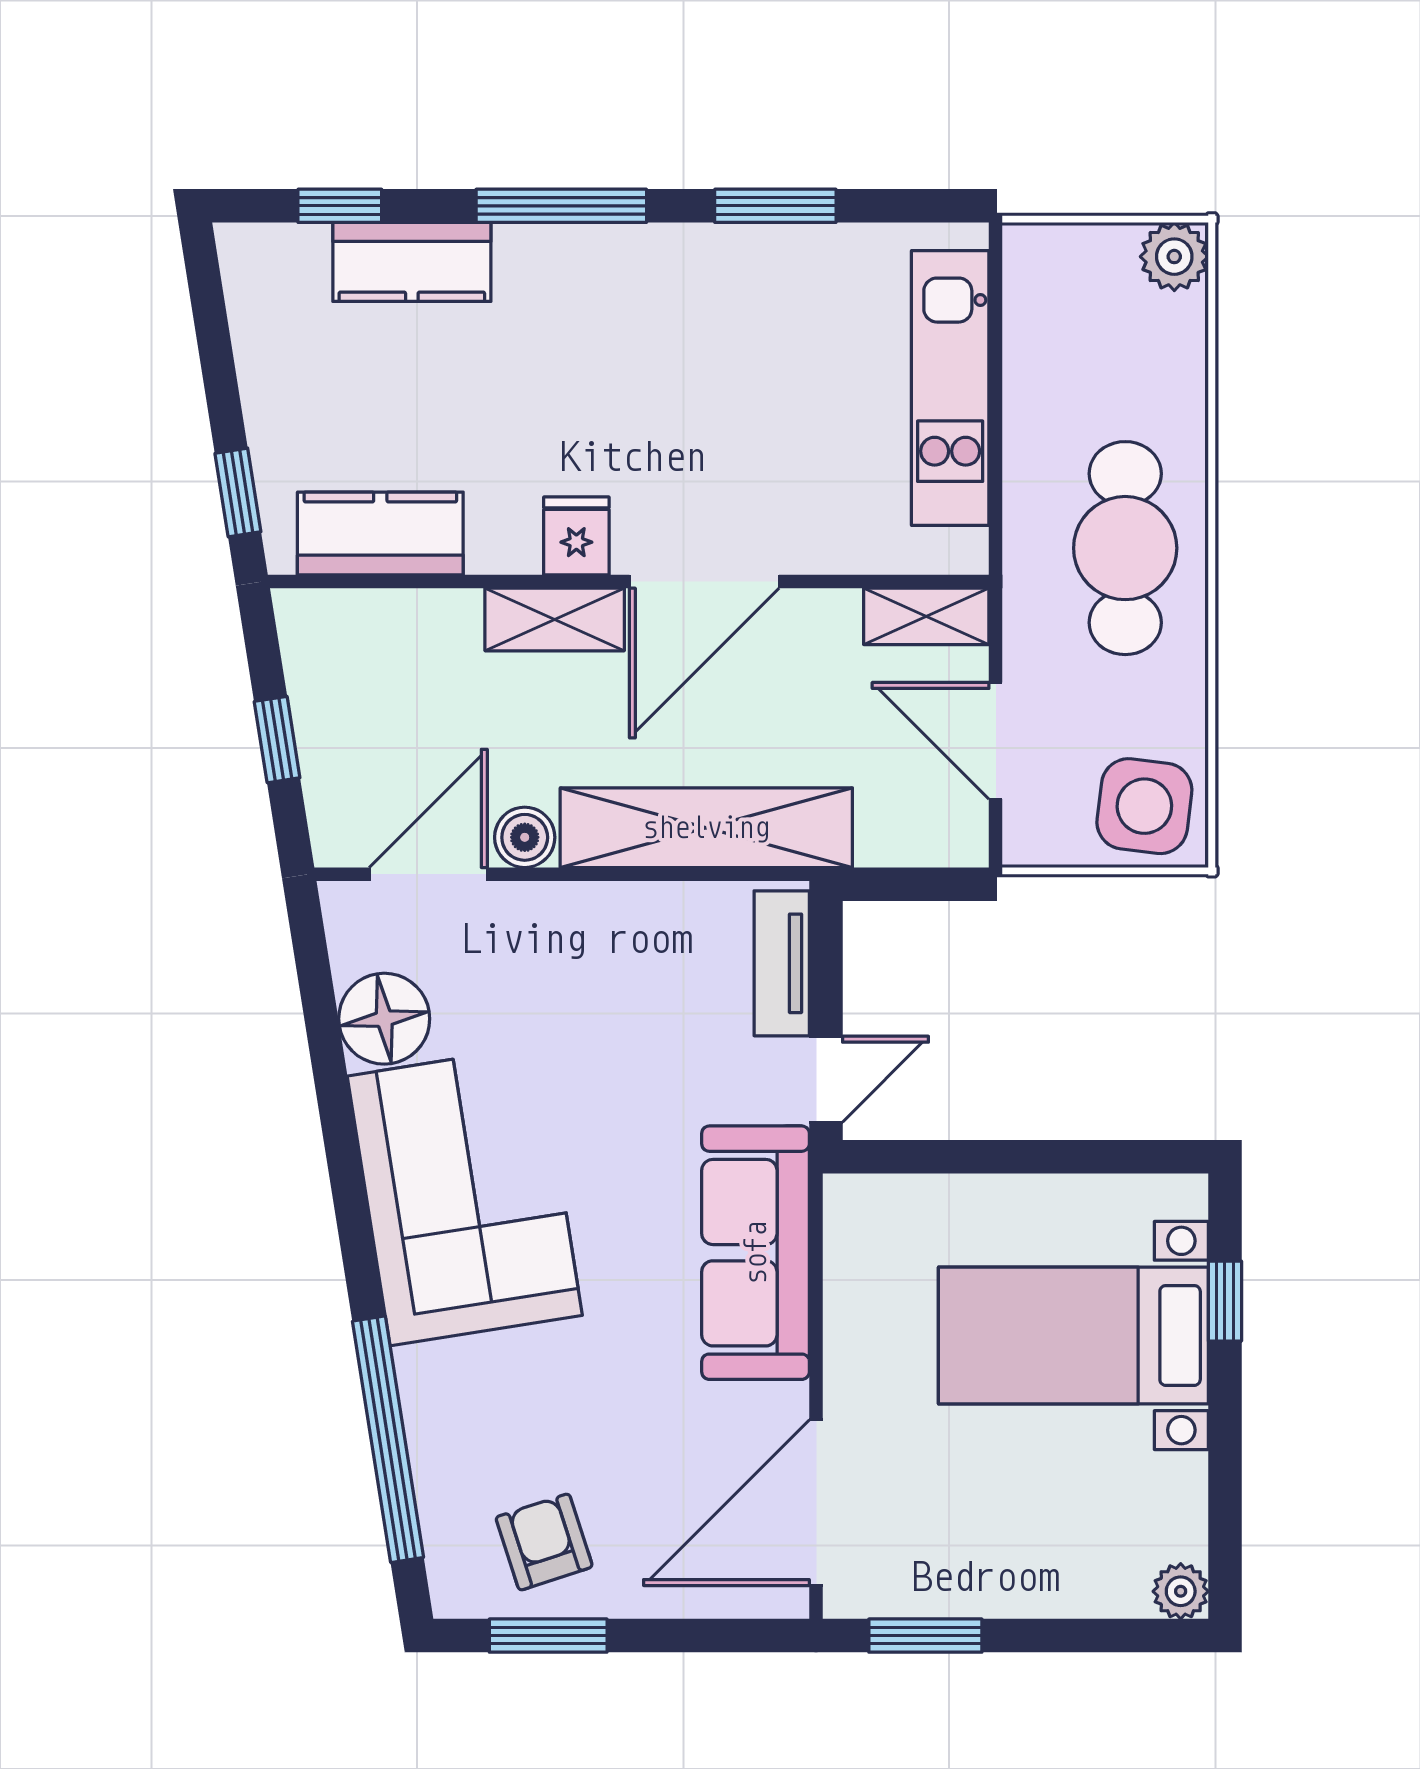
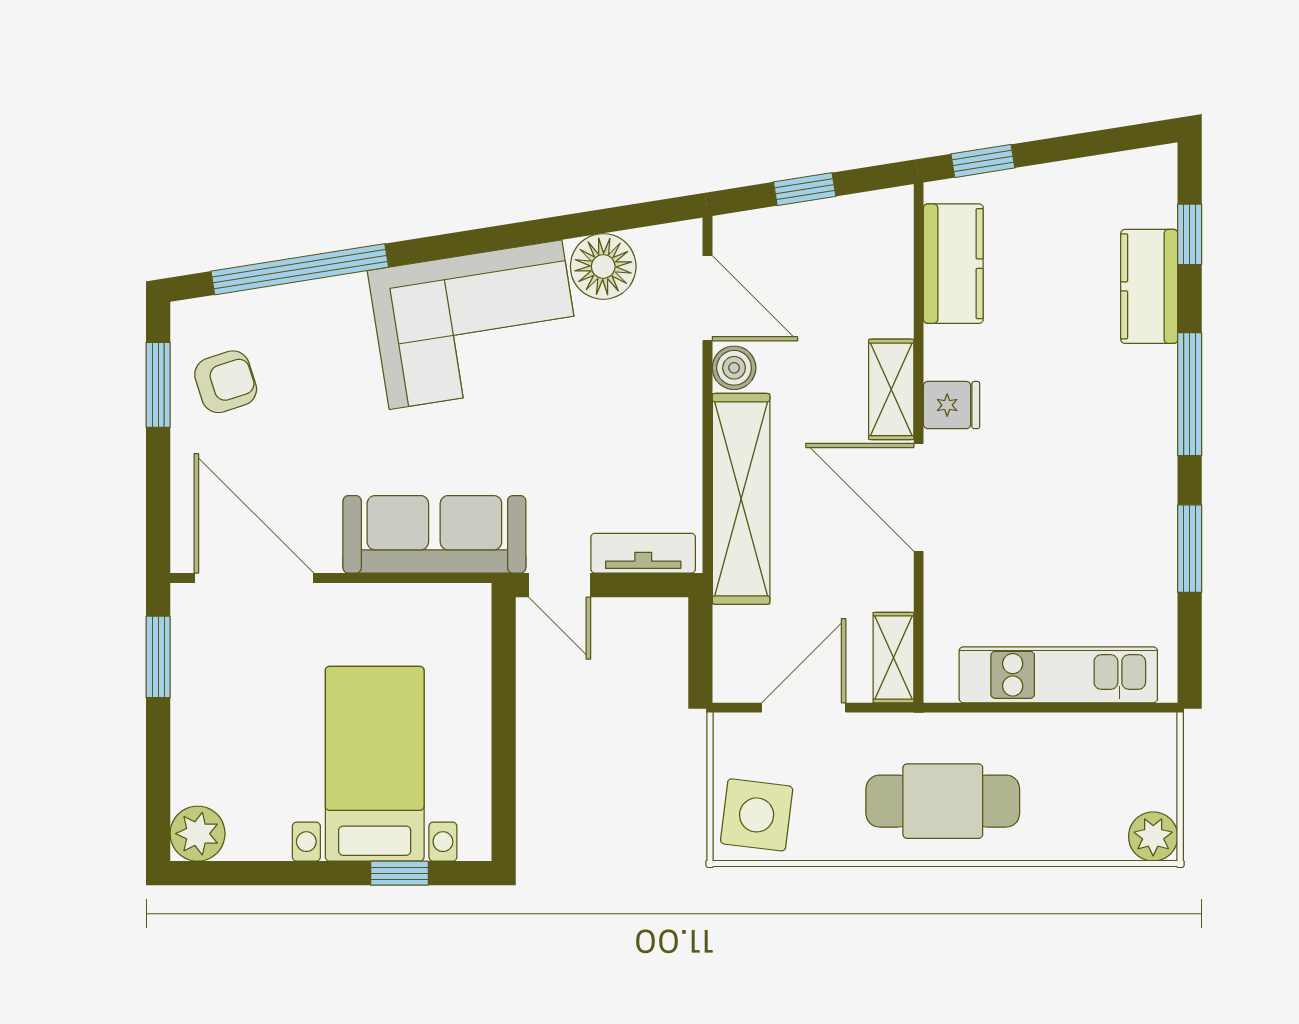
plant: (1181, 1591) -> (198, 834), width x1.38, depth x1.38

